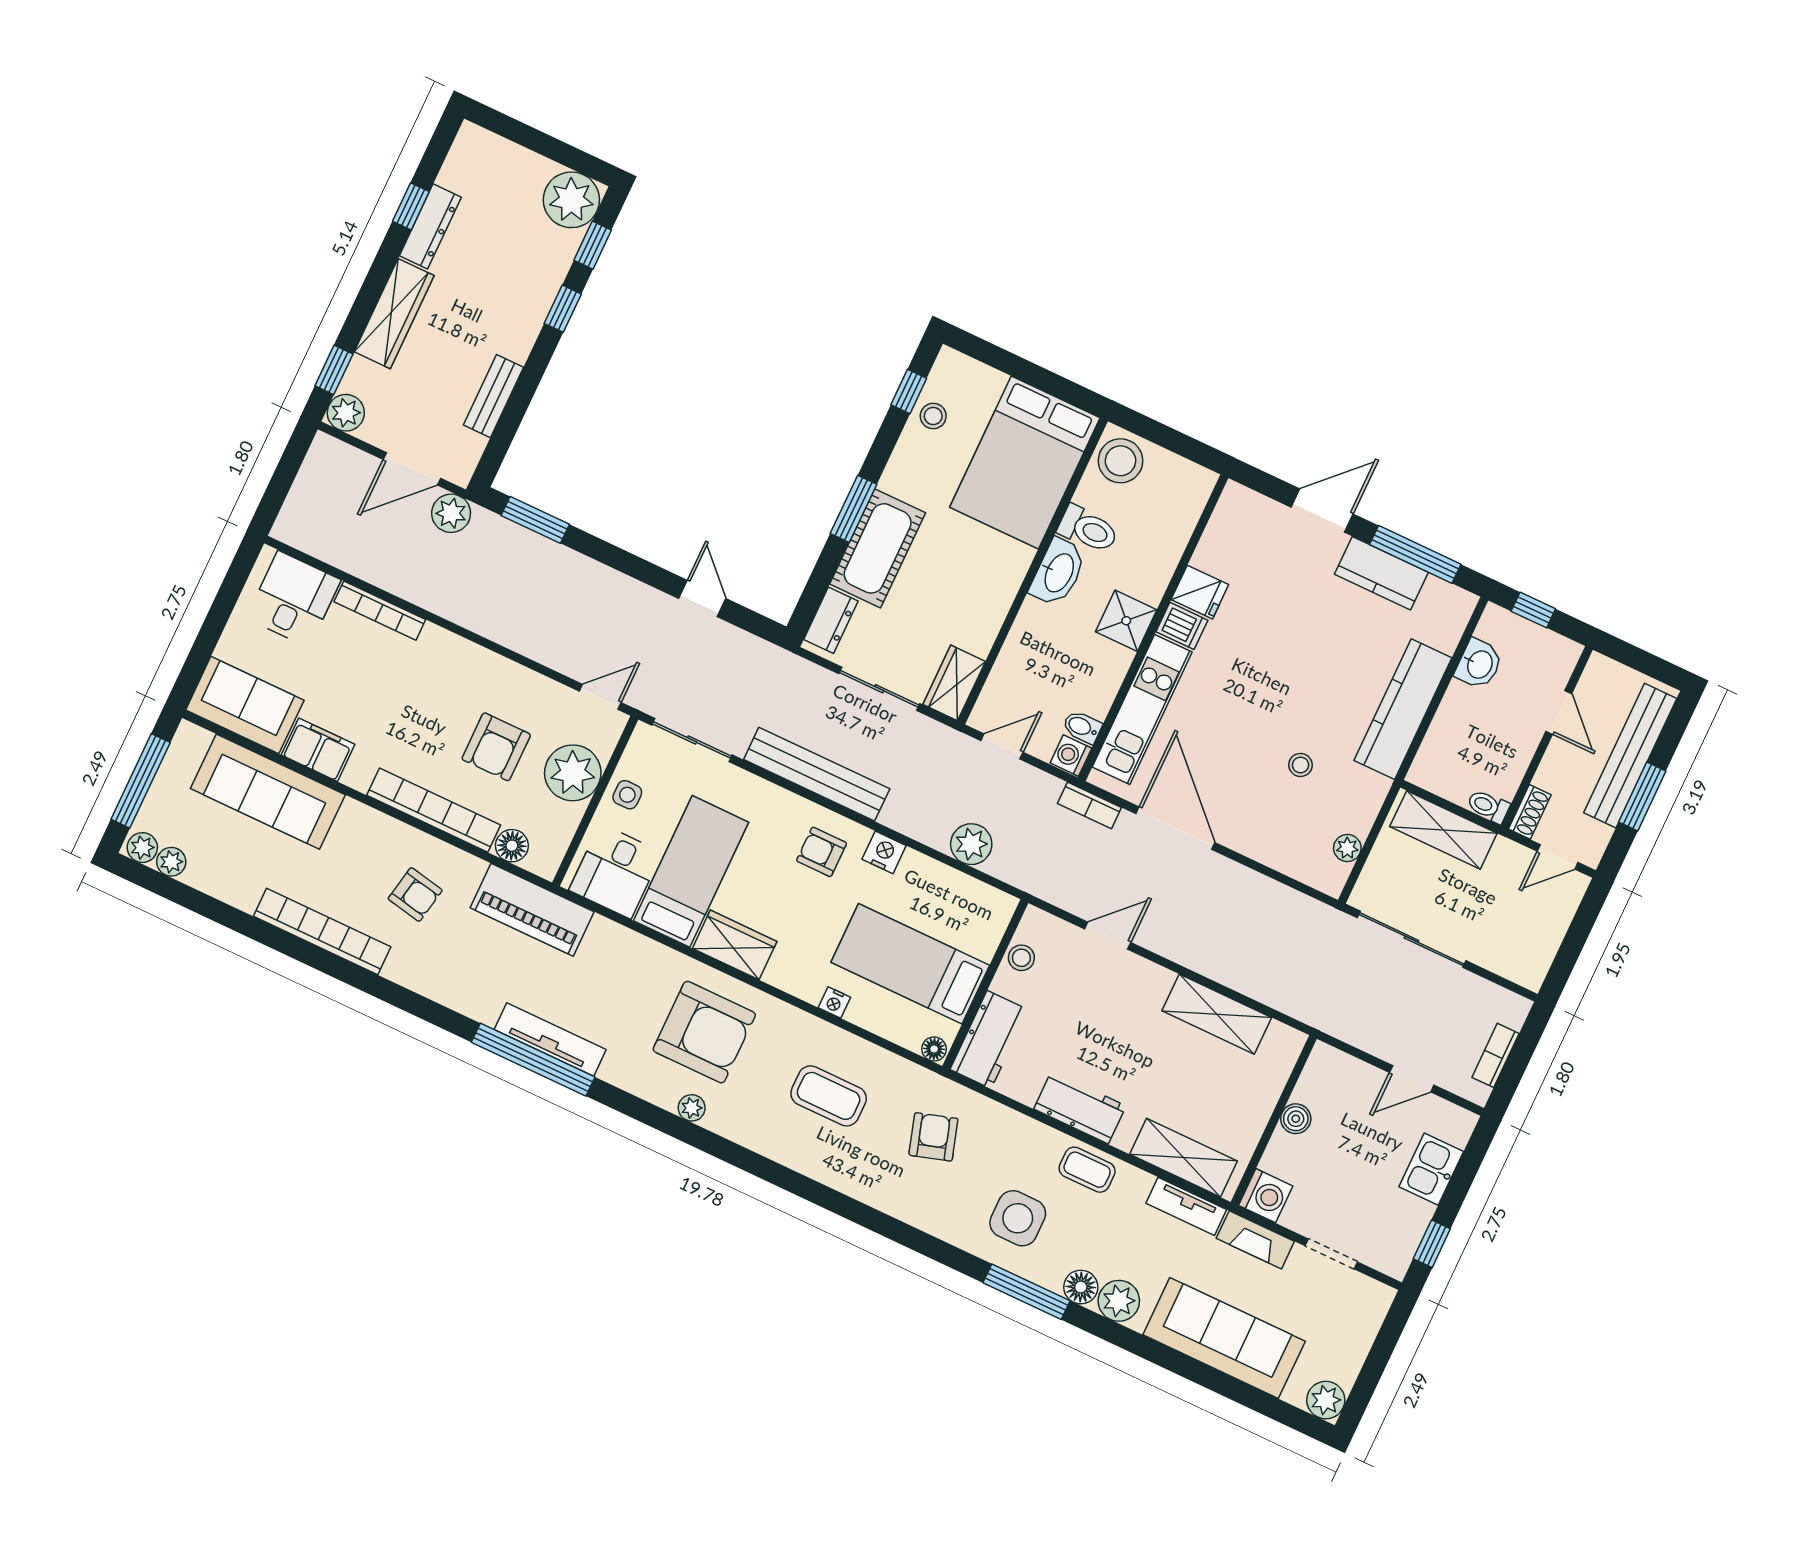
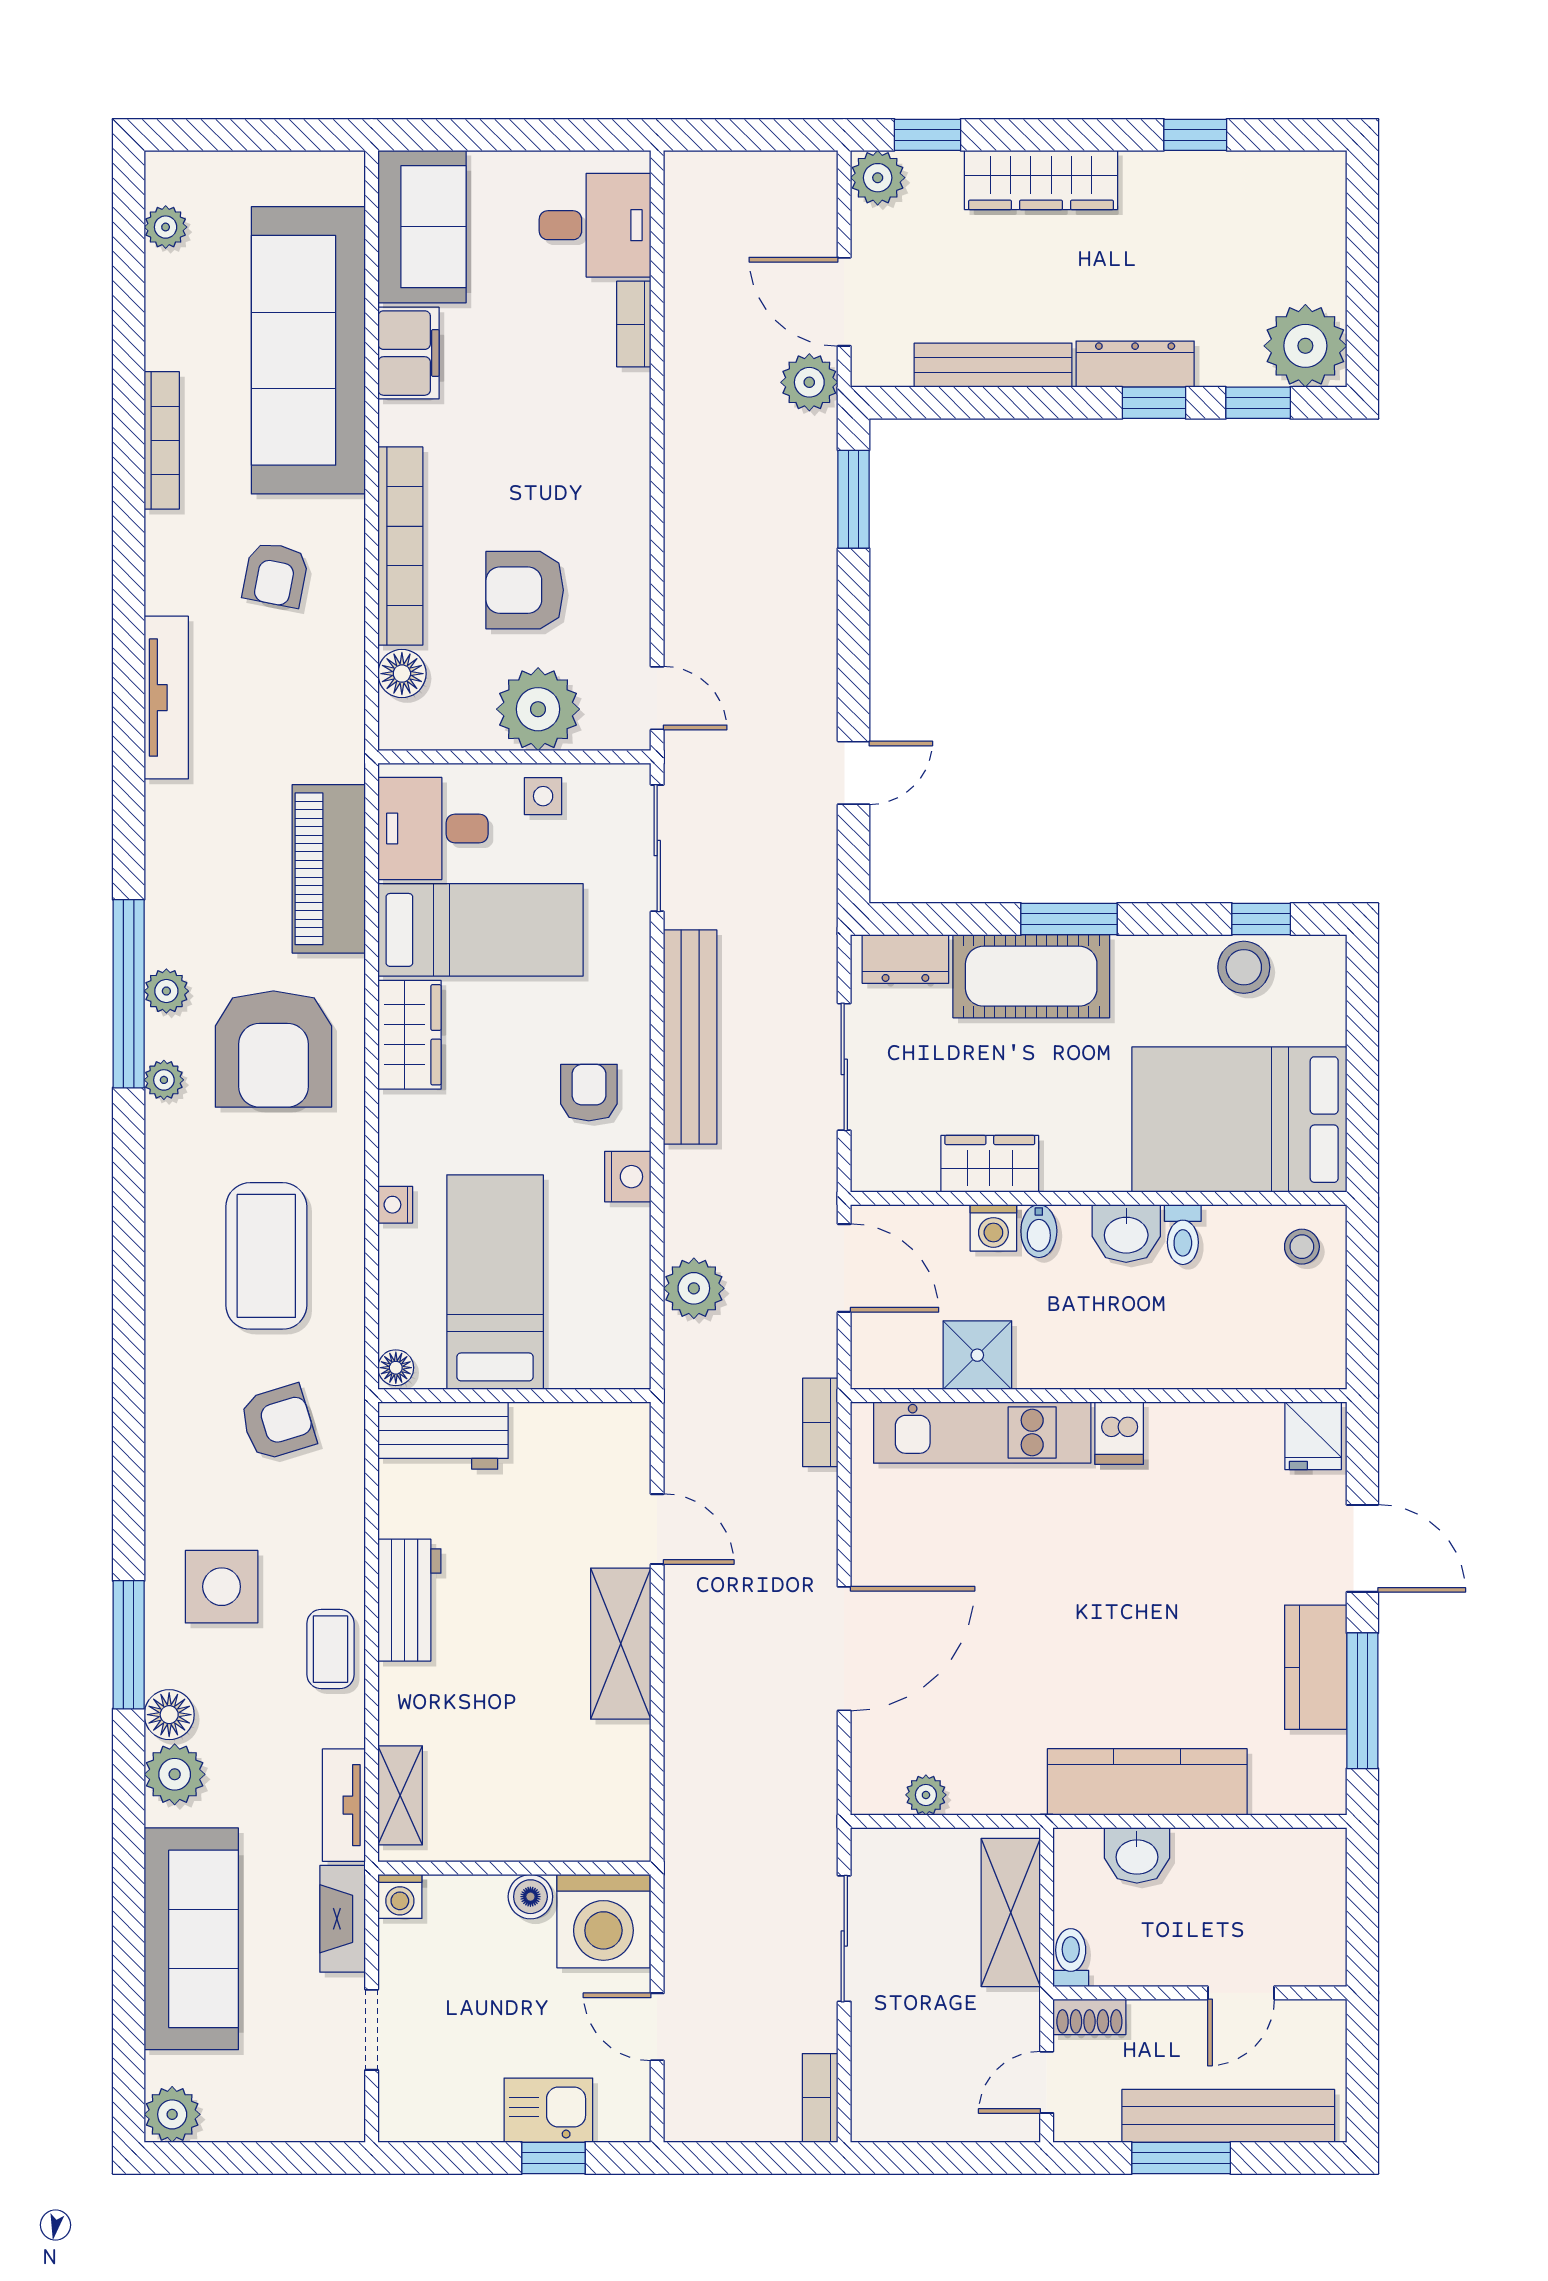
dresser: (430, 226) -> (1135, 364), moved, turned 180
bench: (493, 396) -> (993, 365), width x1.36
stool: (933, 416) -> (1244, 967), width x1.37, depth x1.37
stool: (1121, 461) -> (1302, 1247), width x0.53, depth x0.53
toilet: (1088, 529) -> (1183, 1235), width x0.73, depth x0.72
washbasin: (1058, 572) -> (1126, 1233), width x0.72
fridge: (1200, 592) -> (1313, 1436), moved
window: (1533, 610) -> (1362, 1894), removed
bookcase: (380, 611) -> (634, 324), width x0.64
shower: (1126, 621) -> (977, 1355), moved
washbasin: (1479, 664) -> (1137, 1855), moved
wardrobe: (954, 683) -> (990, 1164), moved
bidet: (1082, 727) -> (1039, 1231), moved, turned 180
door: (1002, 746) -> (844, 1268), width x1.37
washing machine: (1071, 756) -> (993, 1228), moved, turned 180
stool: (1300, 765) -> (1008, 1680), removed
window: (141, 781) -> (255, 135), removed
sofa: (268, 792) -> (308, 350), width x1.36, depth x1.27
door: (1175, 828) -> (844, 1649), moved
plant: (142, 848) -> (166, 991), moved
door: (1558, 857) -> (1047, 2082), hinge flipped
piano: (532, 910) -> (329, 869), moved
bookcase: (322, 932) -> (162, 440), width x0.68, depth x0.76
sliding door: (1411, 939) -> (844, 1939), width x0.73
stool: (1021, 958) -> (573, 1427), removed
shelving: (1217, 1014) -> (621, 1644), moved
tv unit: (550, 1040) -> (166, 698), moved
bookcase: (1496, 1055) -> (820, 2098), moved, turned -90
window: (533, 1060) -> (129, 994), moved
washing machine: (1332, 1081) -> (603, 1921), added
coffee table: (829, 1096) -> (266, 1256), width x1.36, depth x1.32
shelving: (1183, 1158) -> (400, 1795), width x0.67, depth x0.75
washing machine: (1266, 1196) -> (400, 1896), width x0.73, depth x0.73
window: (1432, 1244) -> (553, 2158), moved

